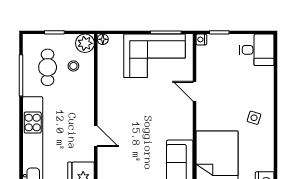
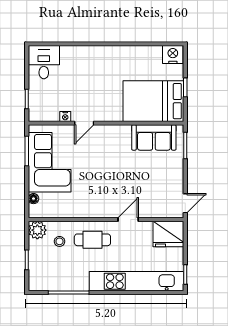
floor lamp: (103, 39) -> (33, 199), moved
nightstand: (201, 40) -> (65, 116), moved
cafe table: (48, 67) -> (92, 240), moved
side table: (254, 118) -> (110, 65), removed

